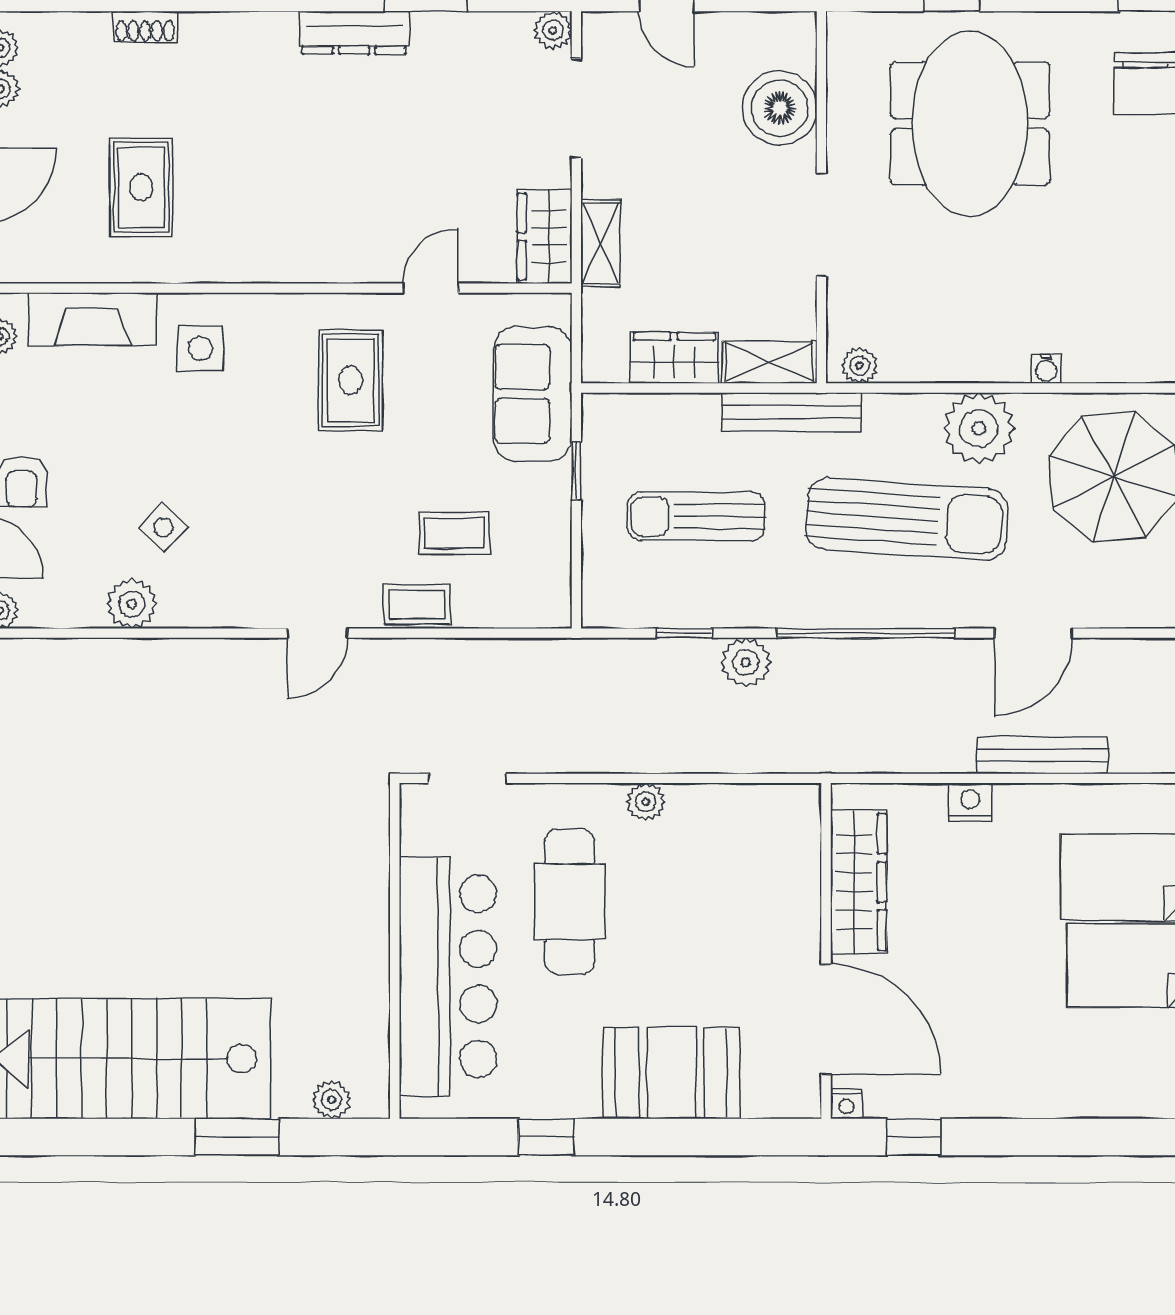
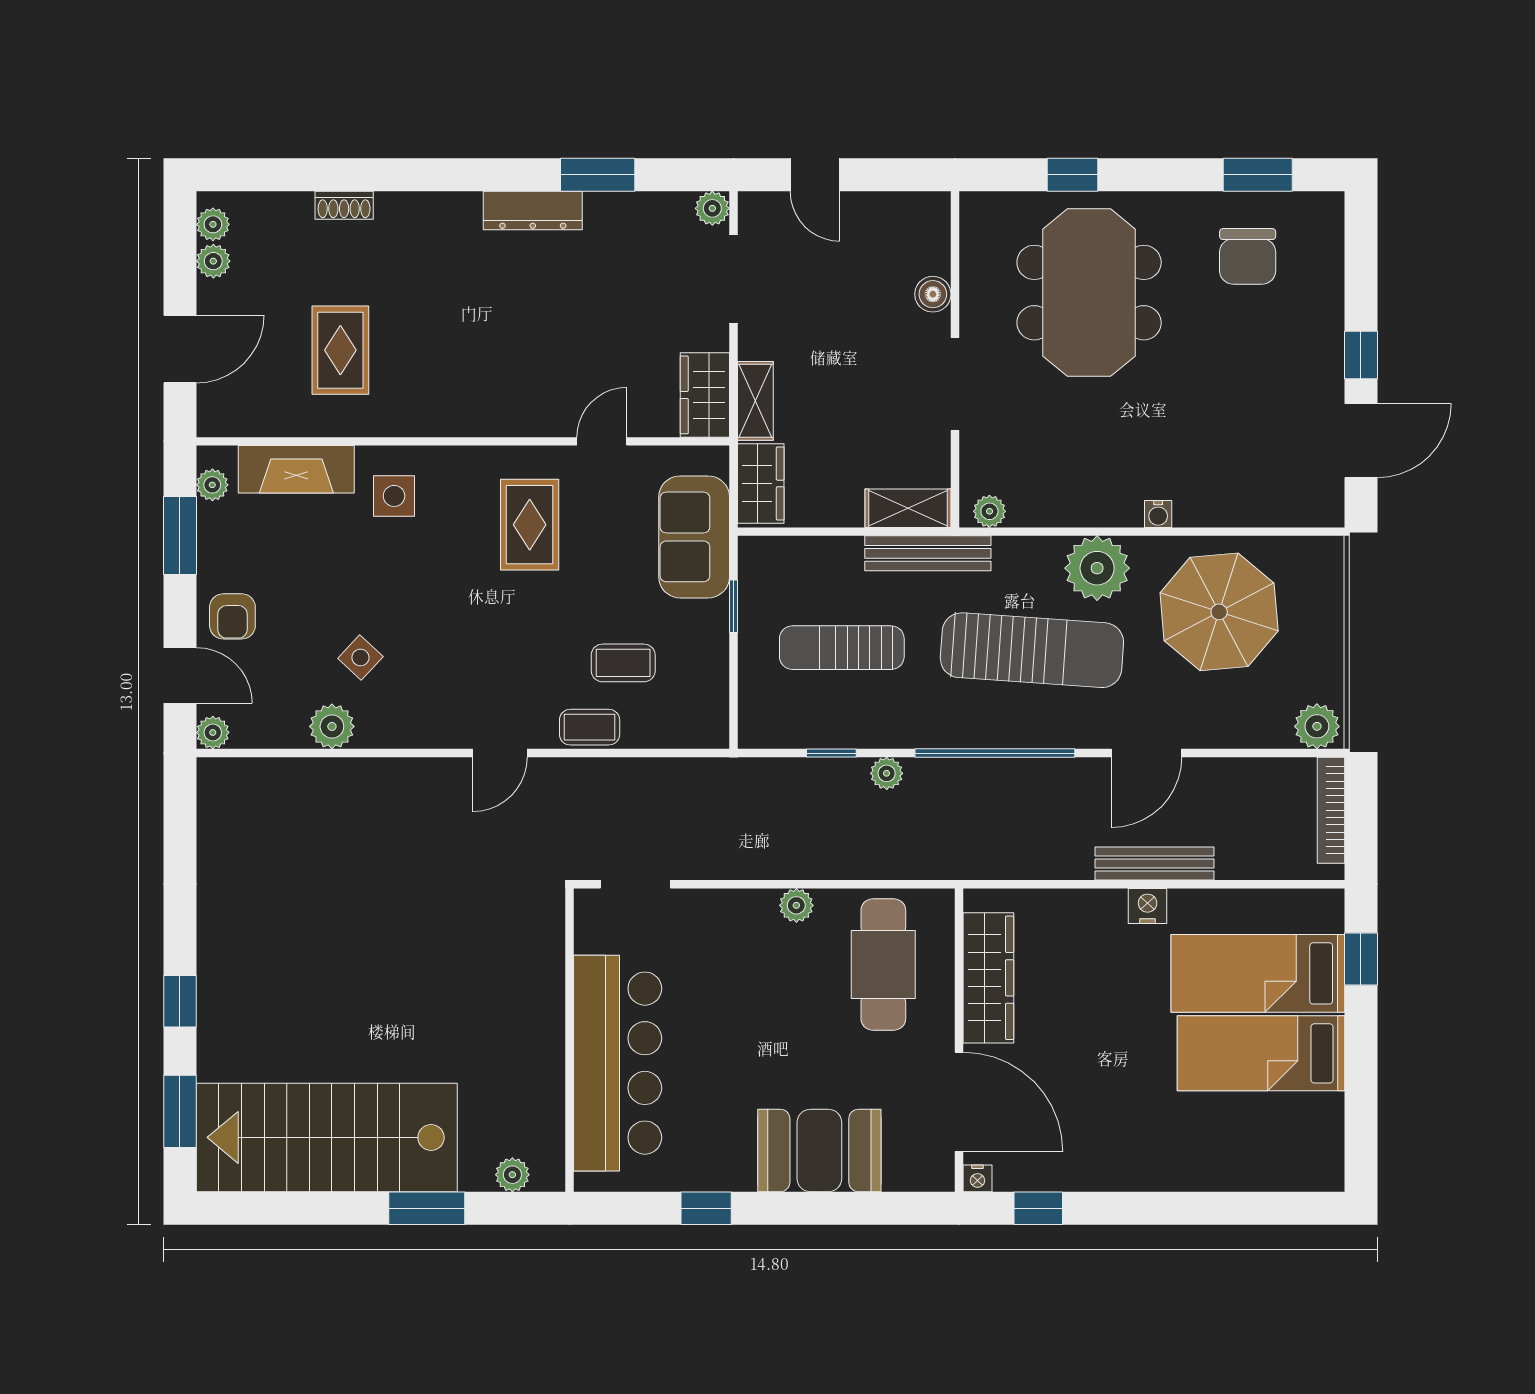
boiler: (780, 108) -> (933, 294), width x0.54, depth x0.54
wardrobe: (674, 358) -> (761, 483), moved, turned 90
plant: (746, 662) -> (887, 773), width x0.73, depth x0.73
nightstand: (970, 802) -> (1148, 906), moved
cafe table: (570, 902) -> (883, 965), moved

